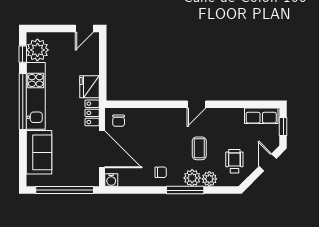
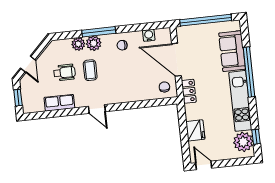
door: (84, 29) -> (204, 165), hinge flipped
fridge: (89, 87) -> (195, 130), moved
window: (23, 102) -> (249, 72), moved
door: (196, 104) -> (97, 109), swing flipped
row of seats: (261, 116) -> (59, 103), moved
wheelchair: (234, 161) -> (64, 72), moved, turned -90
water cooler: (111, 180) -> (149, 35), moved

